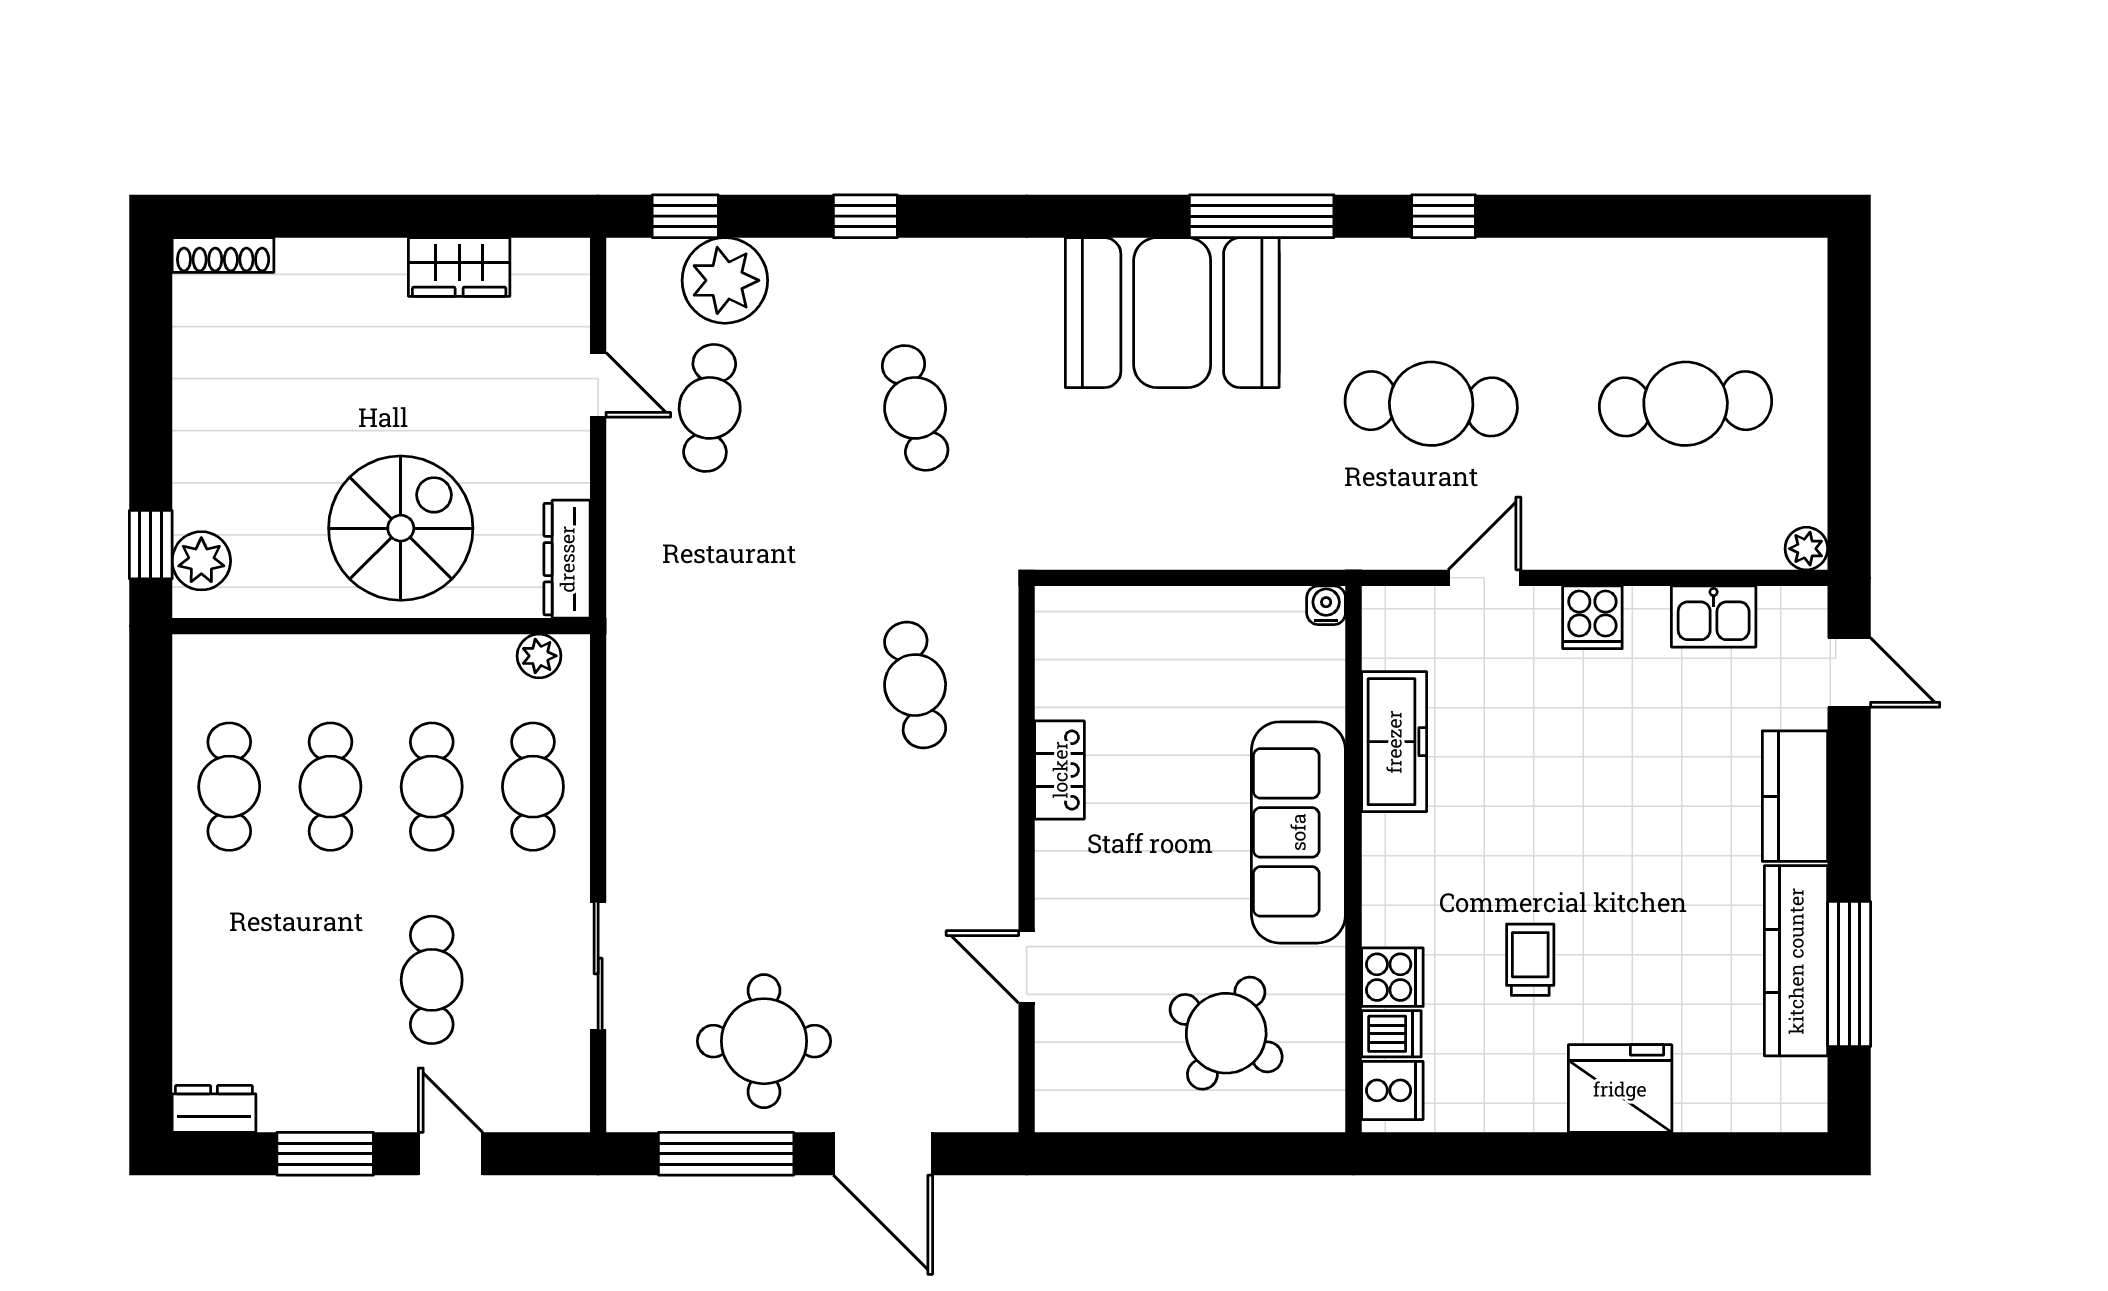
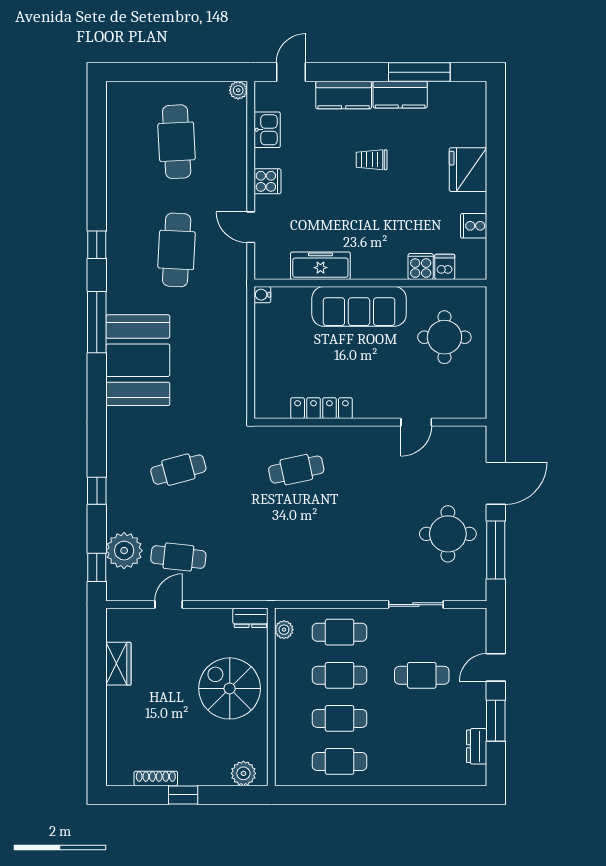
shoe rack: (223, 255) -> (156, 778), moved, turned -90
window: (151, 545) -> (183, 795), moved
dresser: (567, 559) -> (250, 618), width x0.70
locker: (1060, 770) -> (321, 408), width x1.53
trolley: (1530, 960) -> (372, 160), moved
kitchen counter: (1796, 961) -> (400, 95), width x0.67
round table: (1226, 1033) -> (444, 337), turned -30
cooker: (1392, 1090) -> (474, 226), moved, turned -90
dresser: (214, 1109) -> (477, 746), moved

